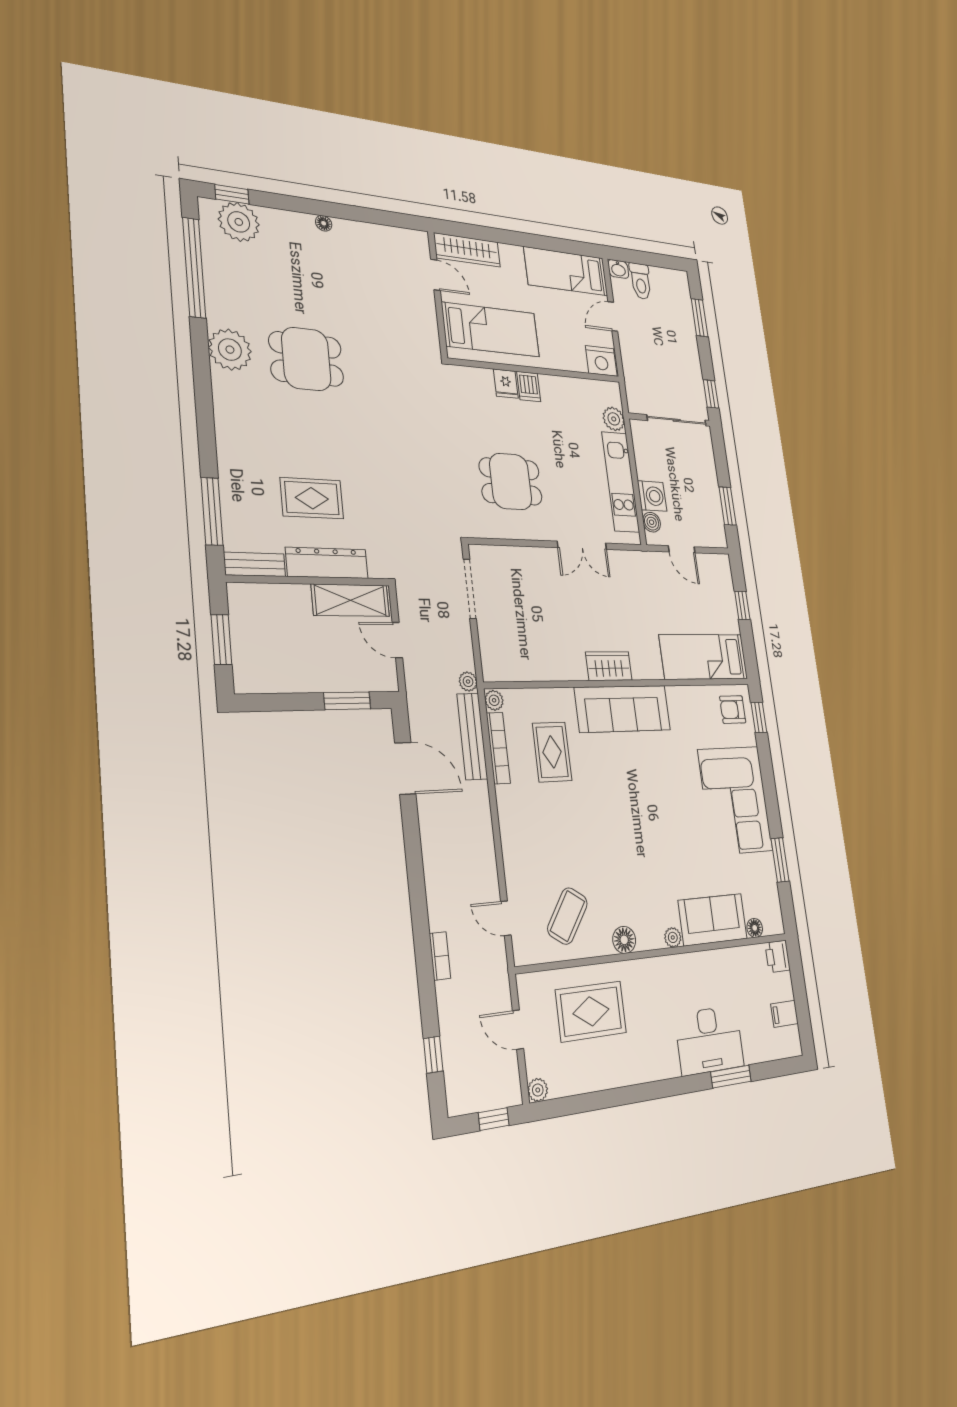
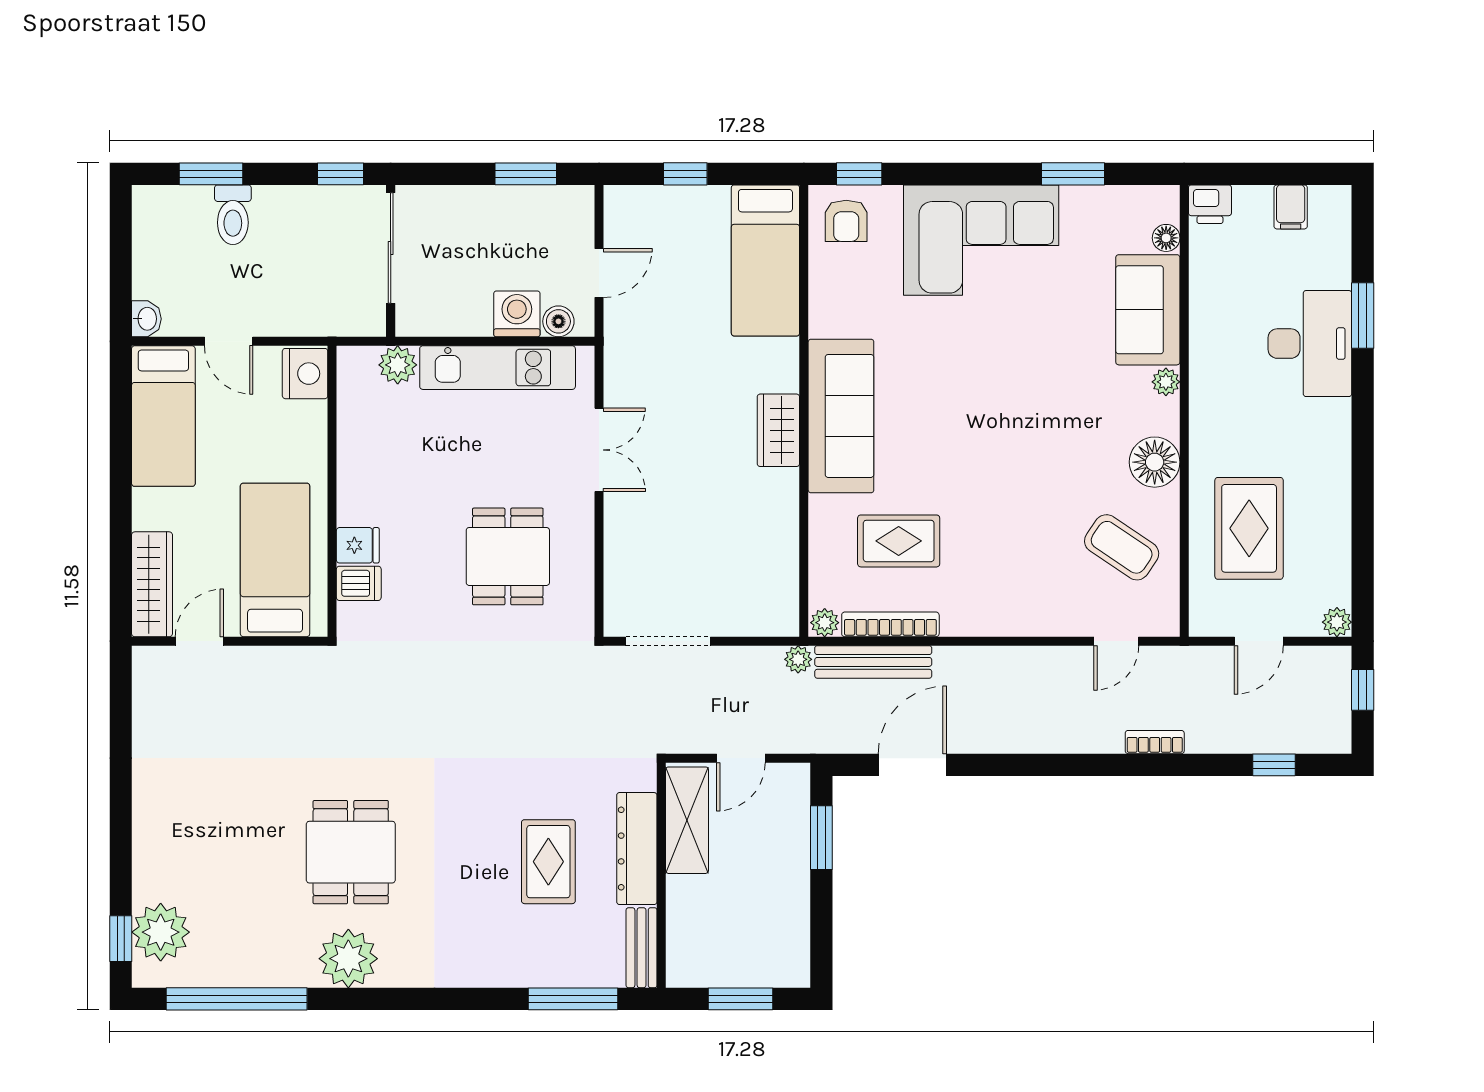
floor lamp: (324, 223) -> (144, 808), removed
toilet: (641, 281) -> (233, 215), moved, turned 90
dishwasher: (529, 387) -> (359, 583), moved
floor lamp: (624, 940) -> (1155, 462), width x1.38, depth x1.38

